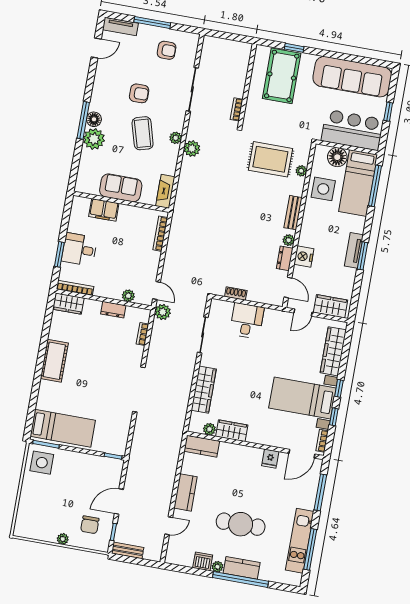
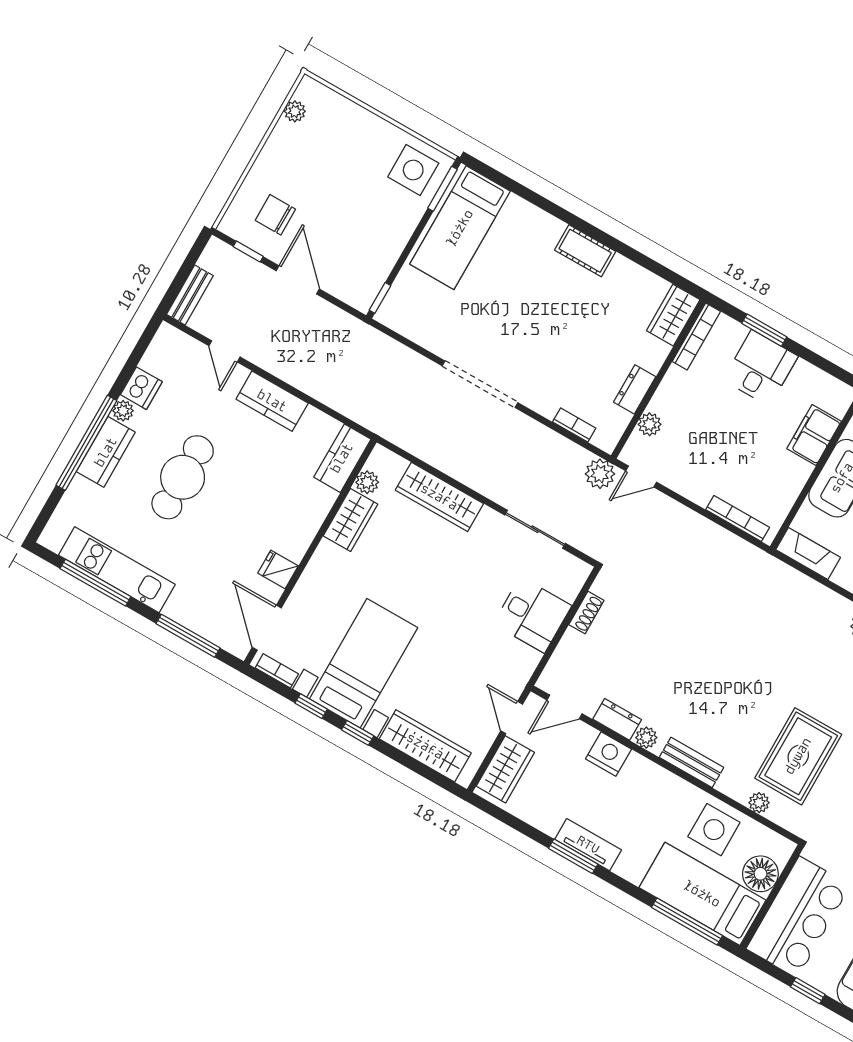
cot: (54, 361) -> (585, 251), width x0.73, depth x0.75
plant: (63, 539) -> (295, 111), moved
bench: (128, 550) -> (190, 295), moved

